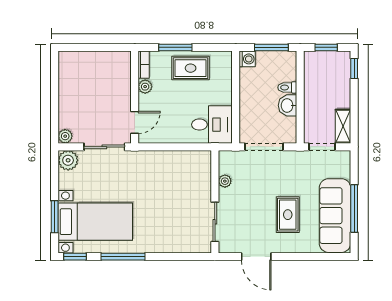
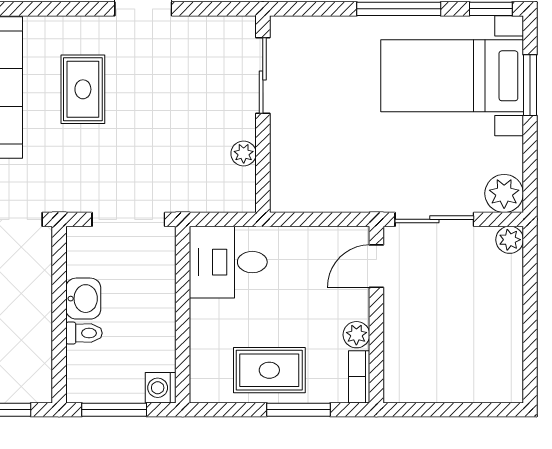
plant: (225, 181) -> (244, 154), moved
wall: (215, 202) -> (263, 114), moved
sliding door: (215, 222) -> (263, 76), moved

